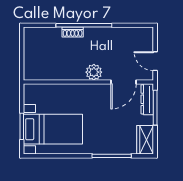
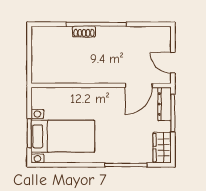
plant: (94, 72) -> (107, 75), removed

